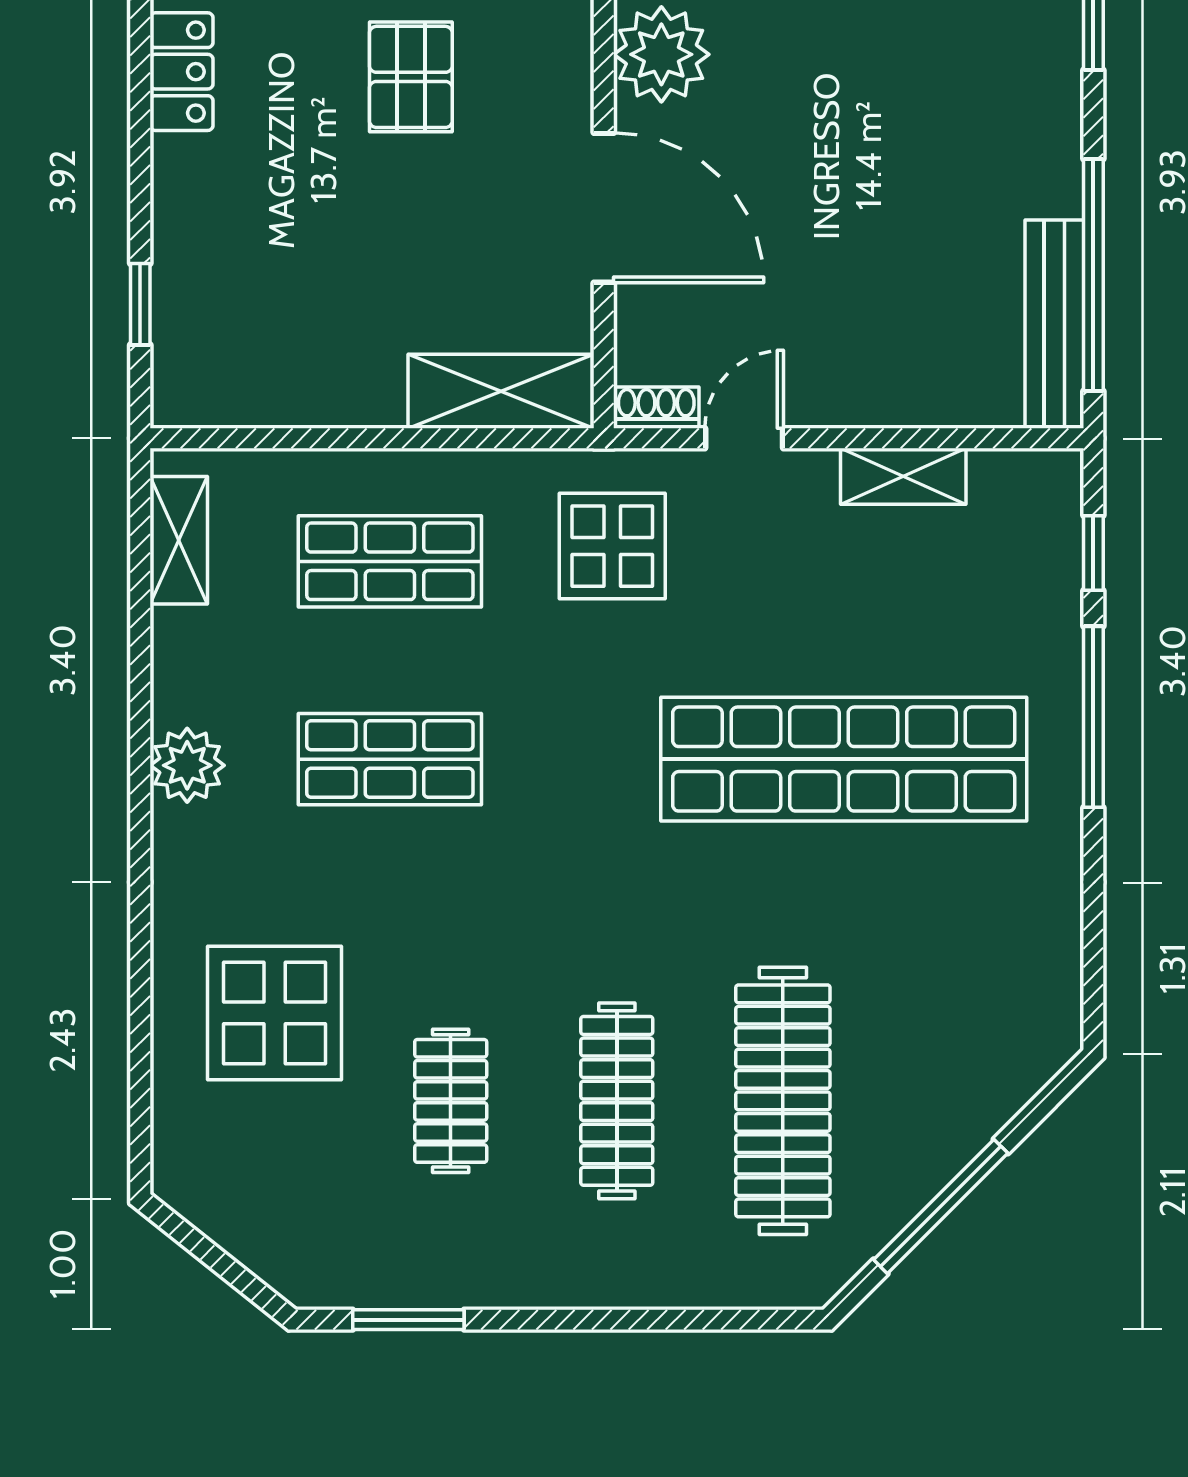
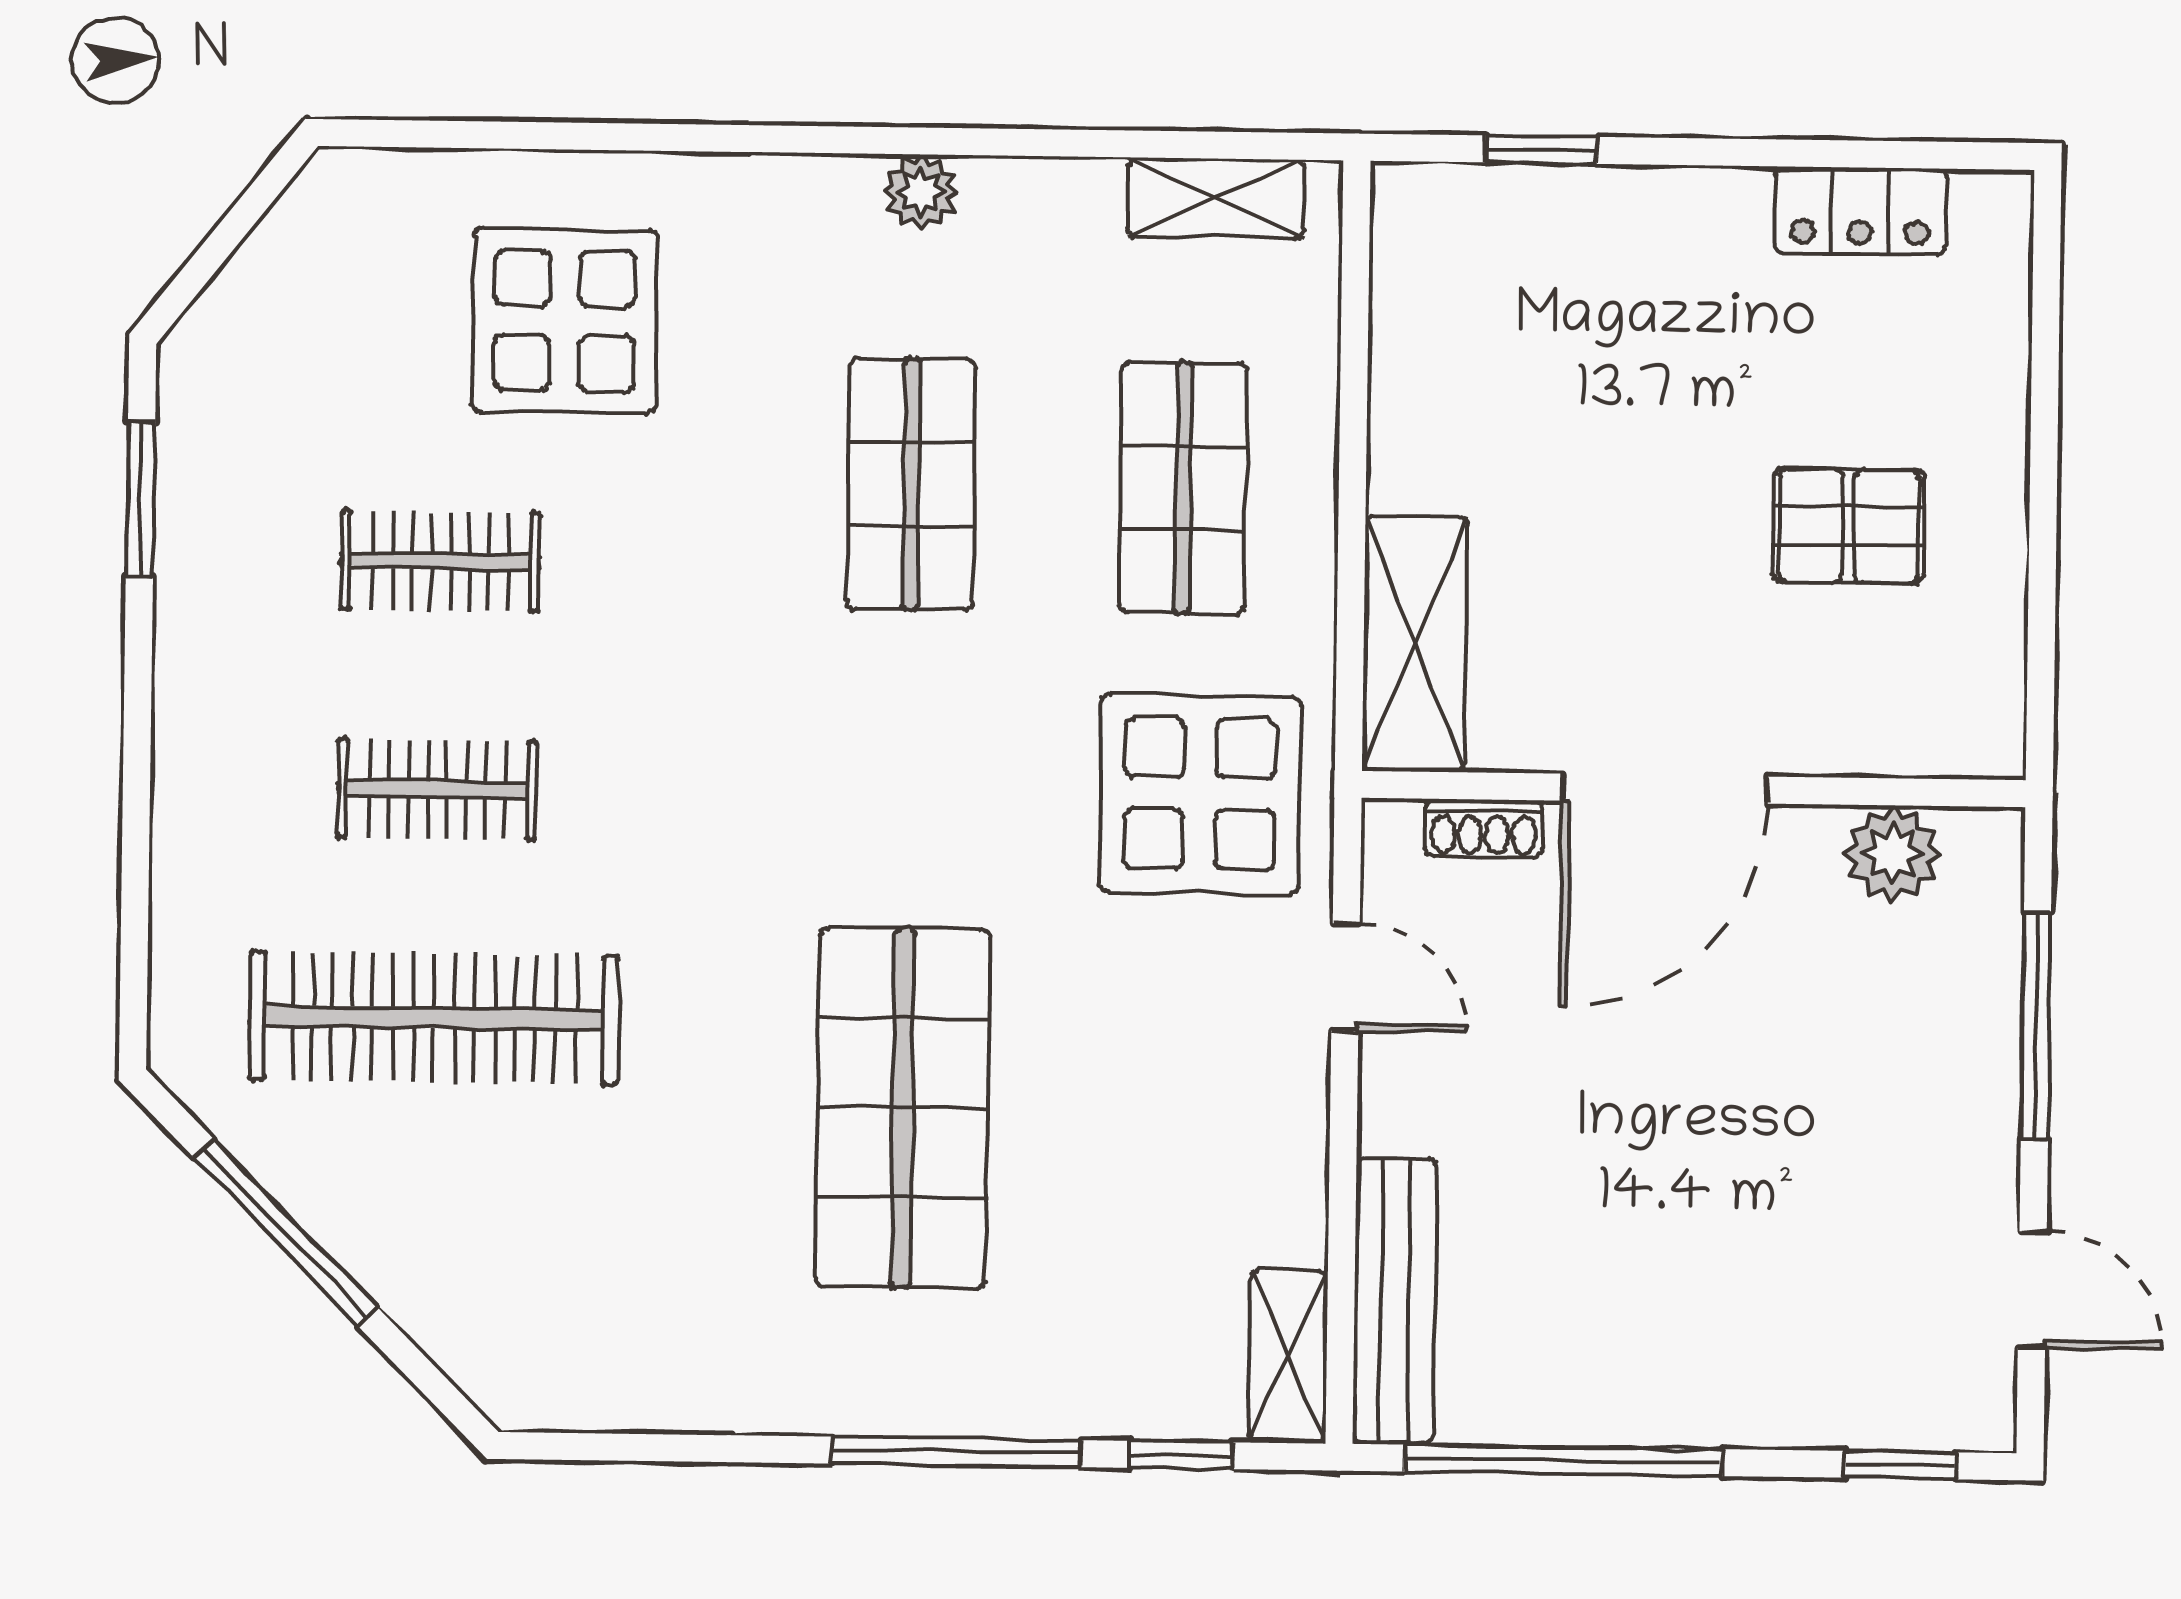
plant: (661, 54) -> (1892, 853), width x0.73, depth x0.73
bench: (1054, 324) -> (1395, 1301), moved, turned 90
shoe rack: (656, 408) -> (1484, 828), moved, turned 90
shelving: (903, 476) -> (1288, 1357), moved
display table: (612, 546) -> (1200, 794), width x1.36, depth x1.36
shop shelf: (844, 759) -> (903, 1108), width x0.71
plant: (187, 765) -> (921, 192), width x0.73, depth x0.73
clothes rail: (617, 1101) -> (437, 789), width x0.73

